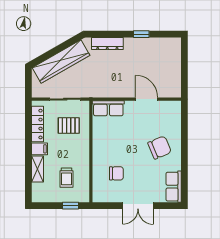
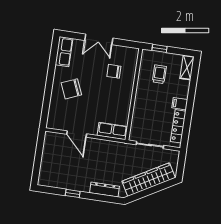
pallet: (69, 126) -> (150, 121), removed
shelving: (38, 169) -> (187, 68), moved
double door: (138, 206) -> (99, 39), swing flipped

